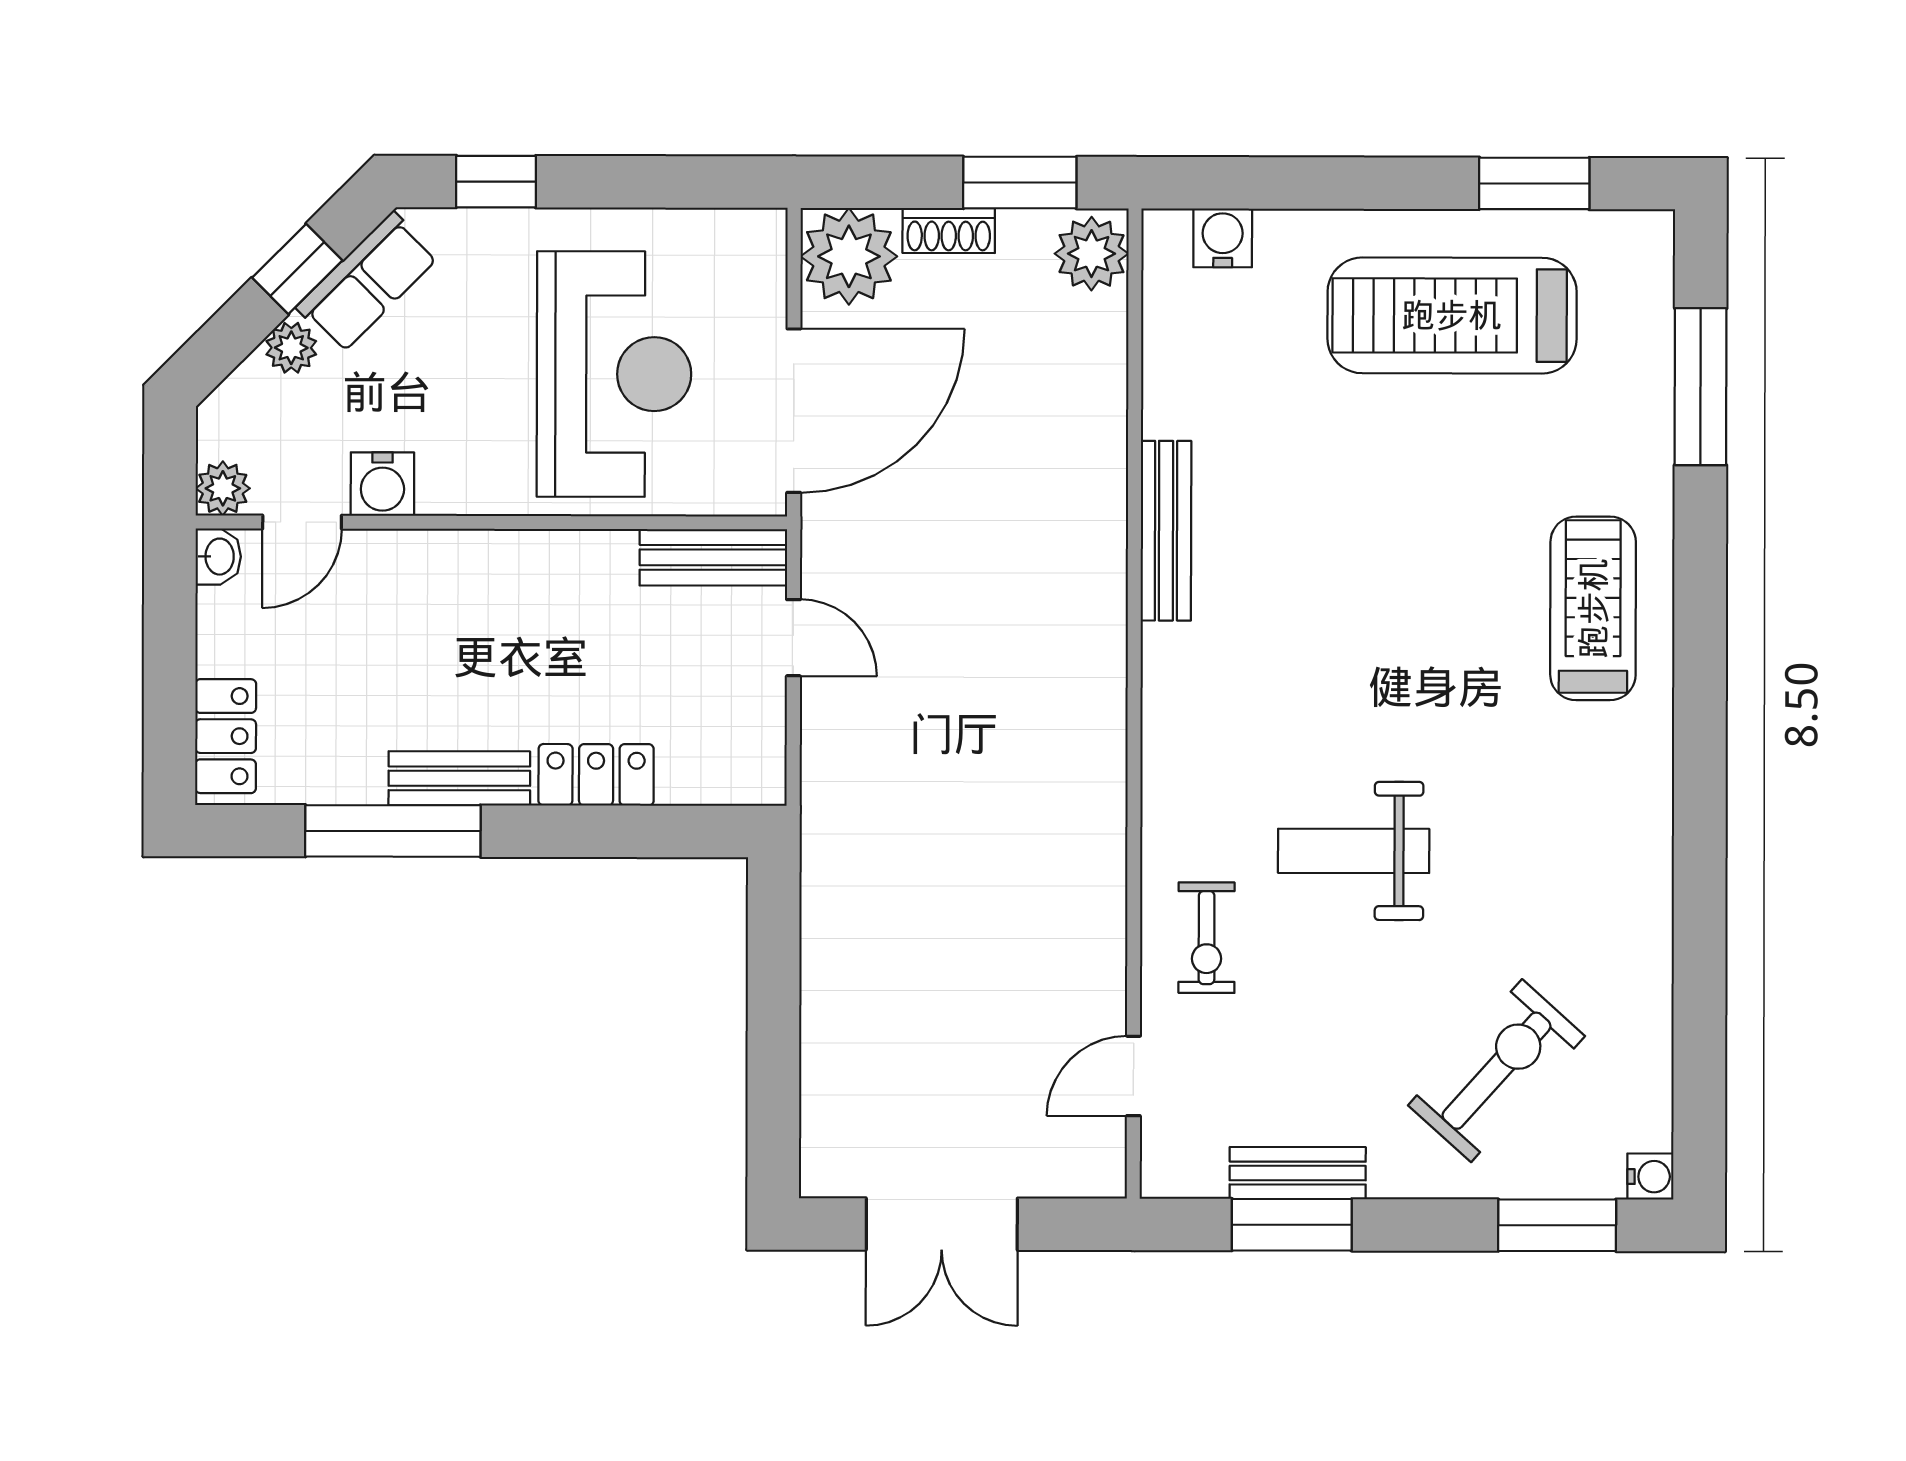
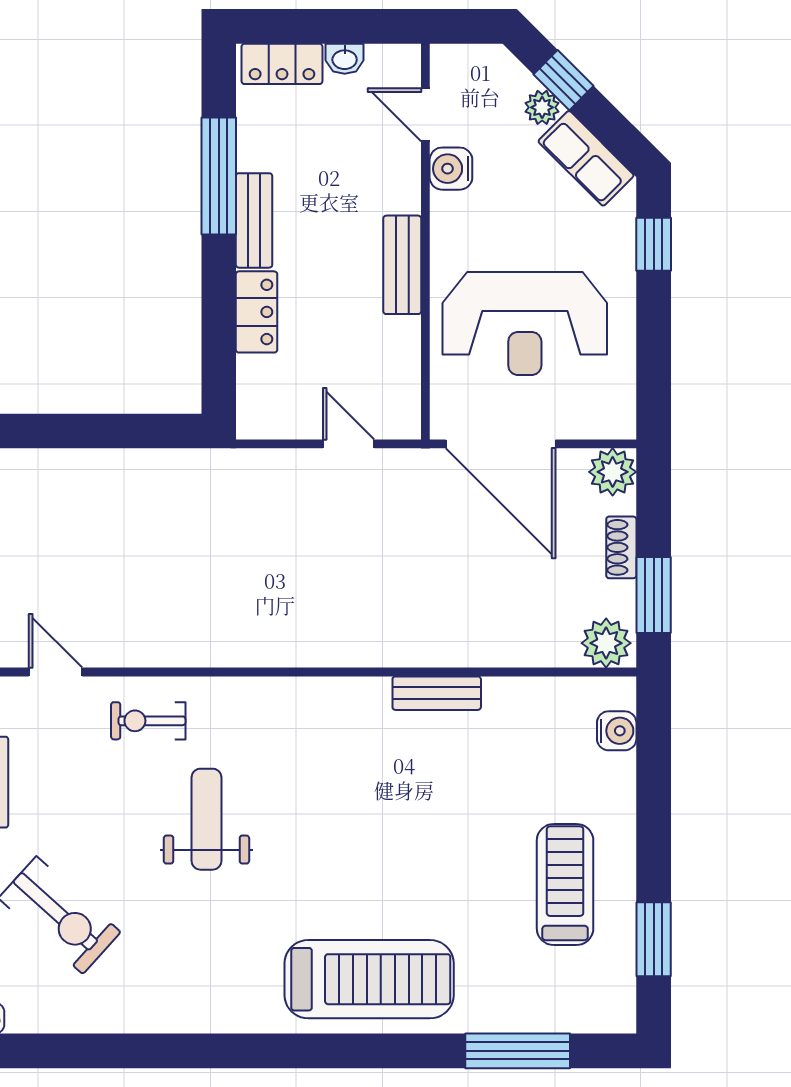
plant: (849, 256) -> (613, 472), width x0.73, depth x0.73
window: (297, 269) -> (564, 80), moved
treadmill: (1452, 315) -> (565, 884), width x0.73, depth x0.73
plant: (223, 488) -> (448, 62), removed
bench: (1166, 531) -> (437, 693), width x0.73
washbasin: (218, 557) -> (345, 59), moved
bench: (713, 557) -> (402, 265), moved
treadmill: (1593, 608) -> (369, 979), width x1.37, depth x1.38
door: (793, 638) -> (349, 444), swing flipped

